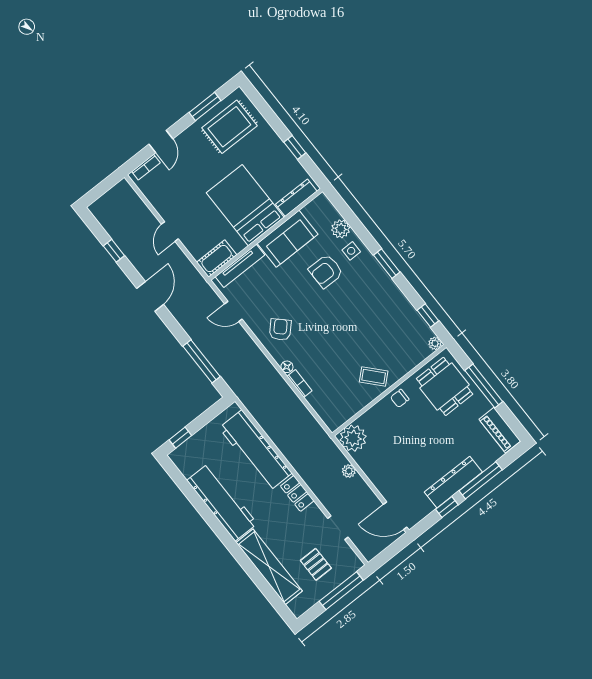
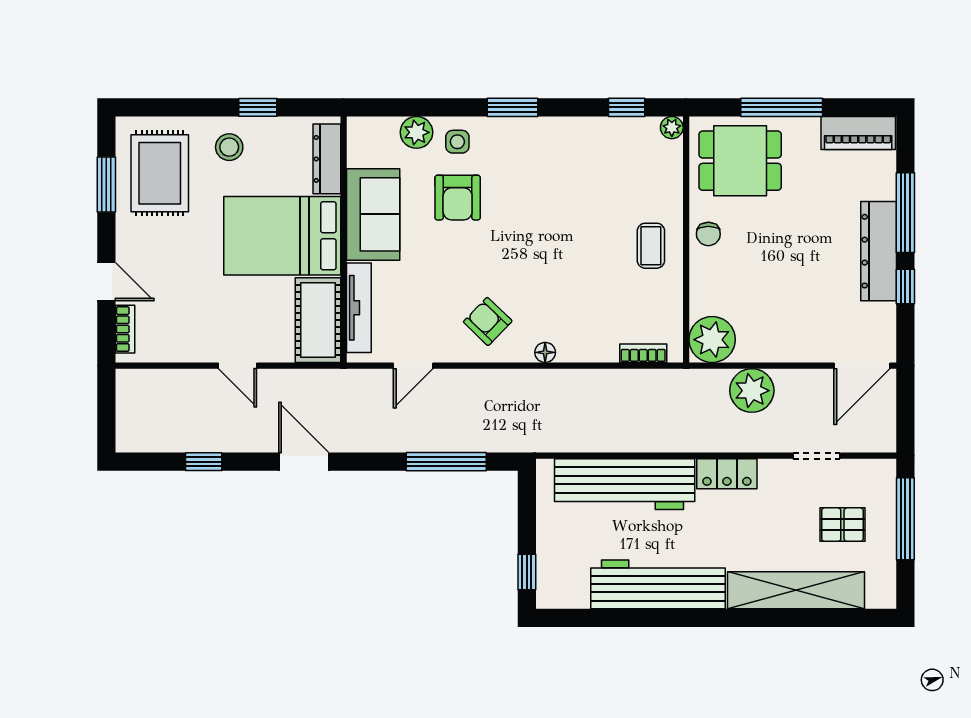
stool: (266, 149) -> (229, 147), added
cot: (217, 258) -> (318, 320), width x1.37, depth x1.34
coffee table: (374, 376) -> (651, 246), turned -48
bookcase: (300, 383) -> (643, 353), moved
plant: (349, 471) -> (752, 391), width x1.88, depth x1.88

